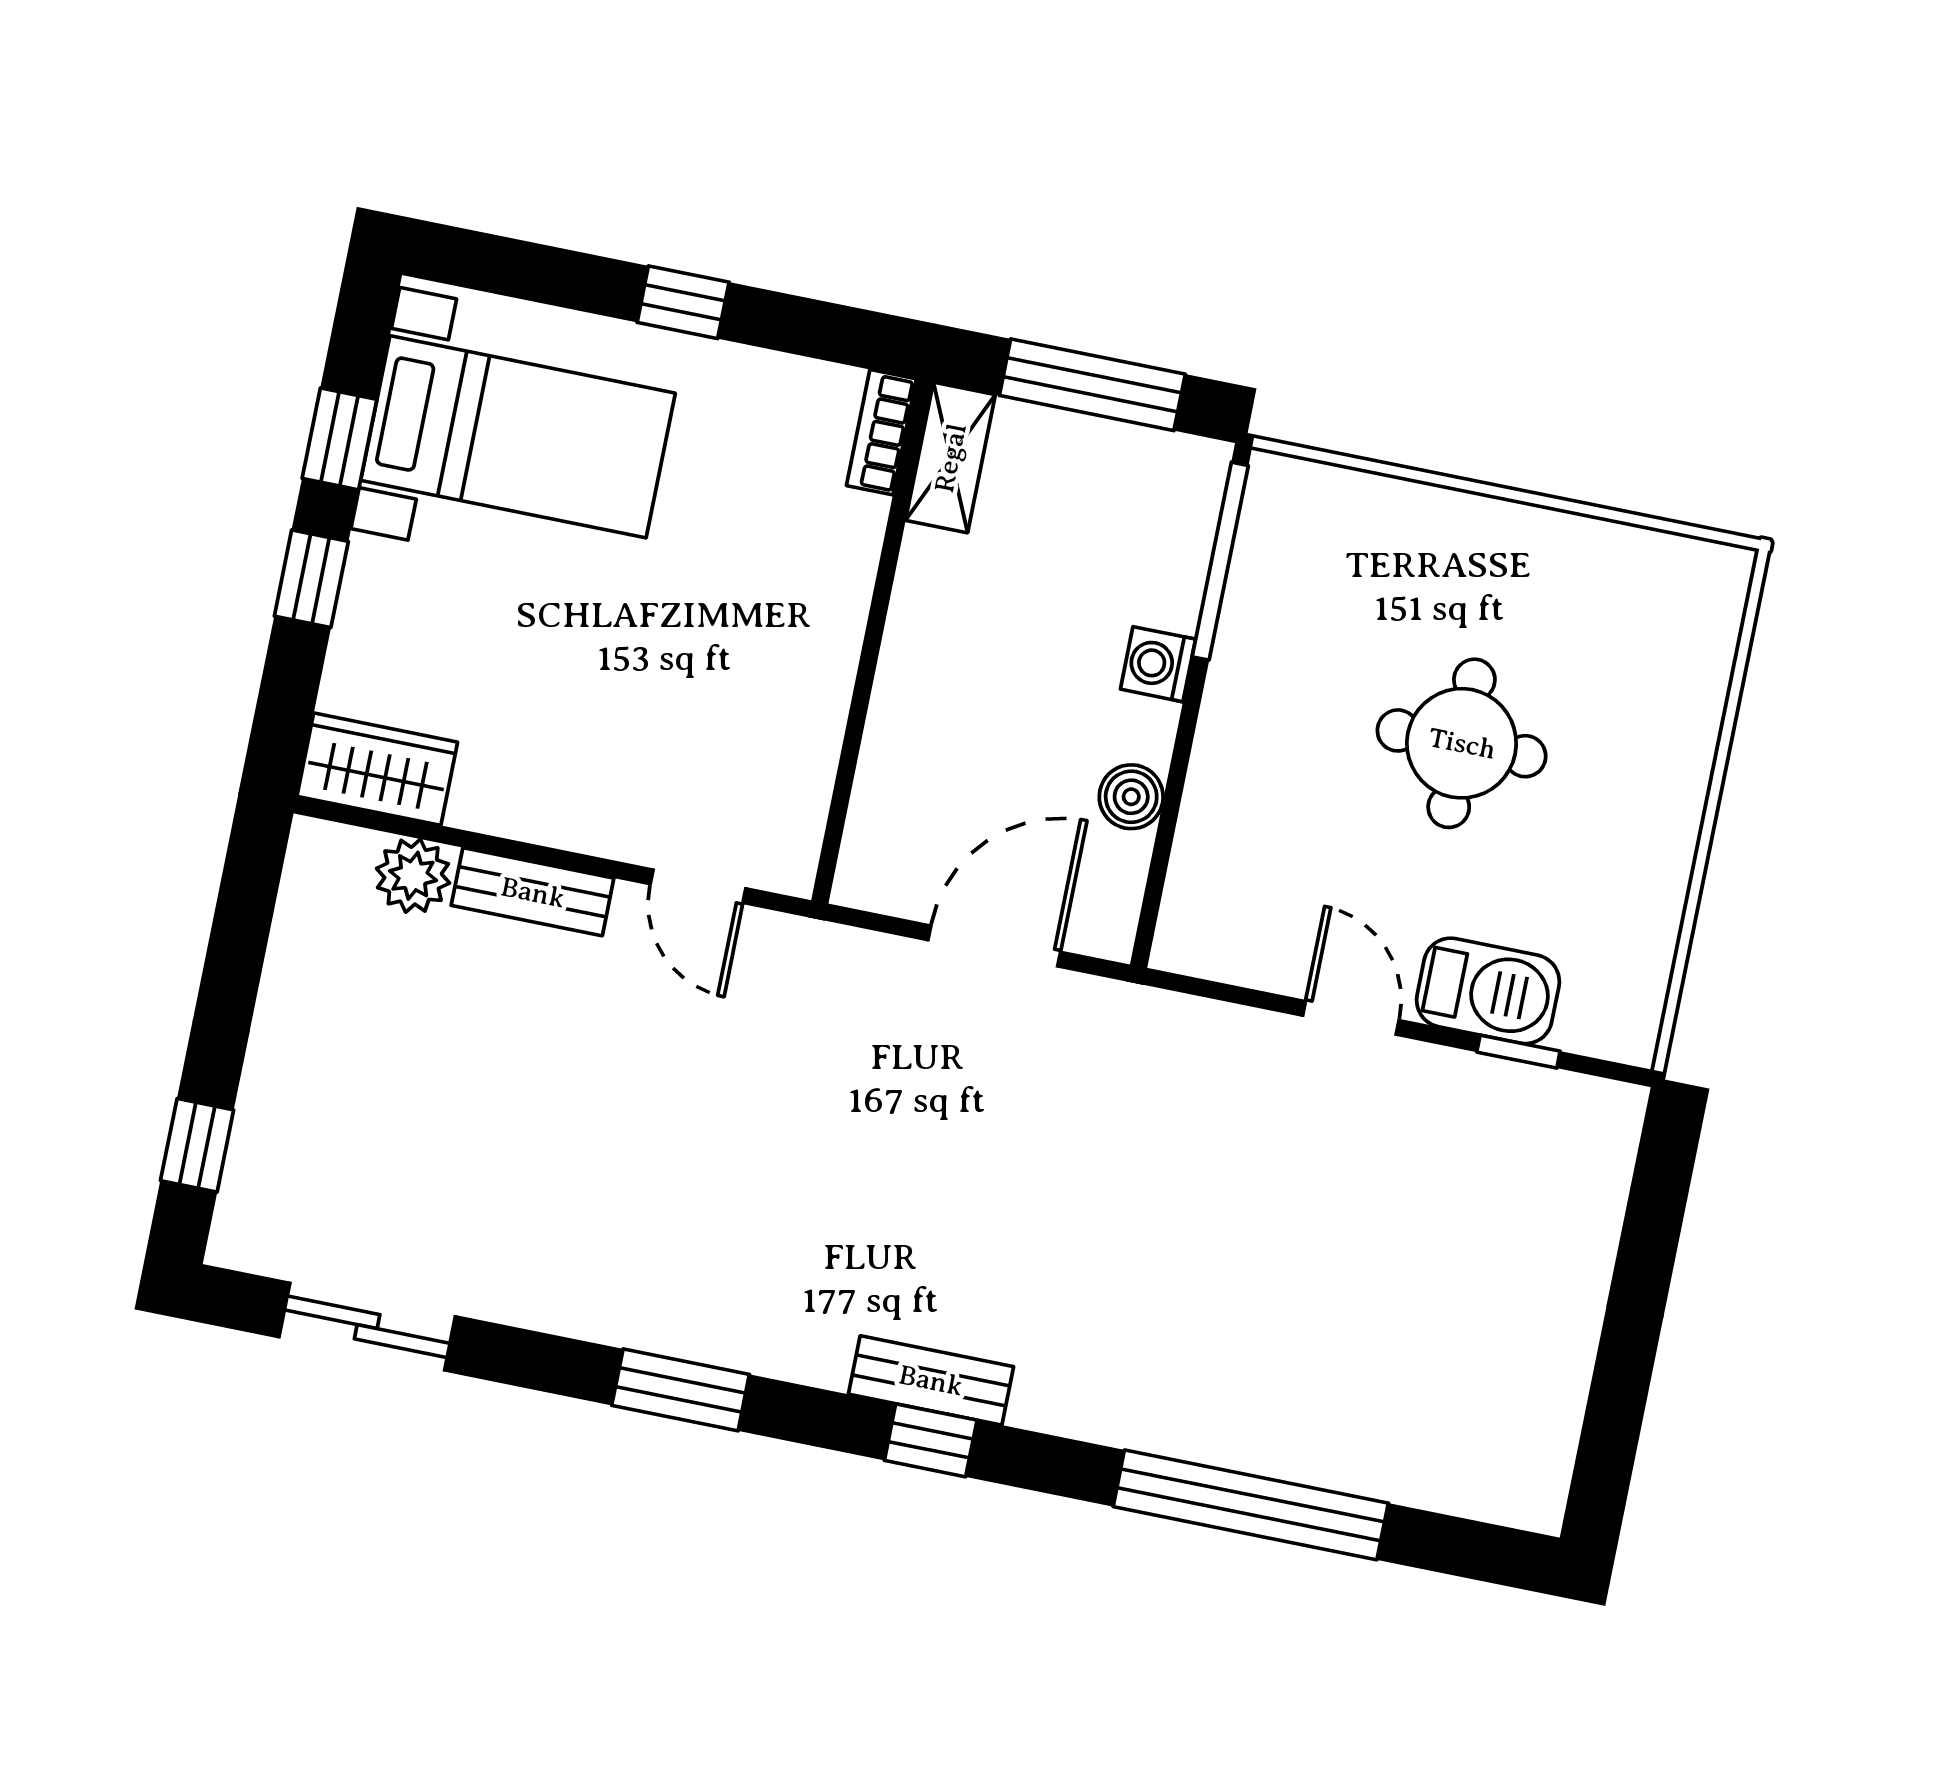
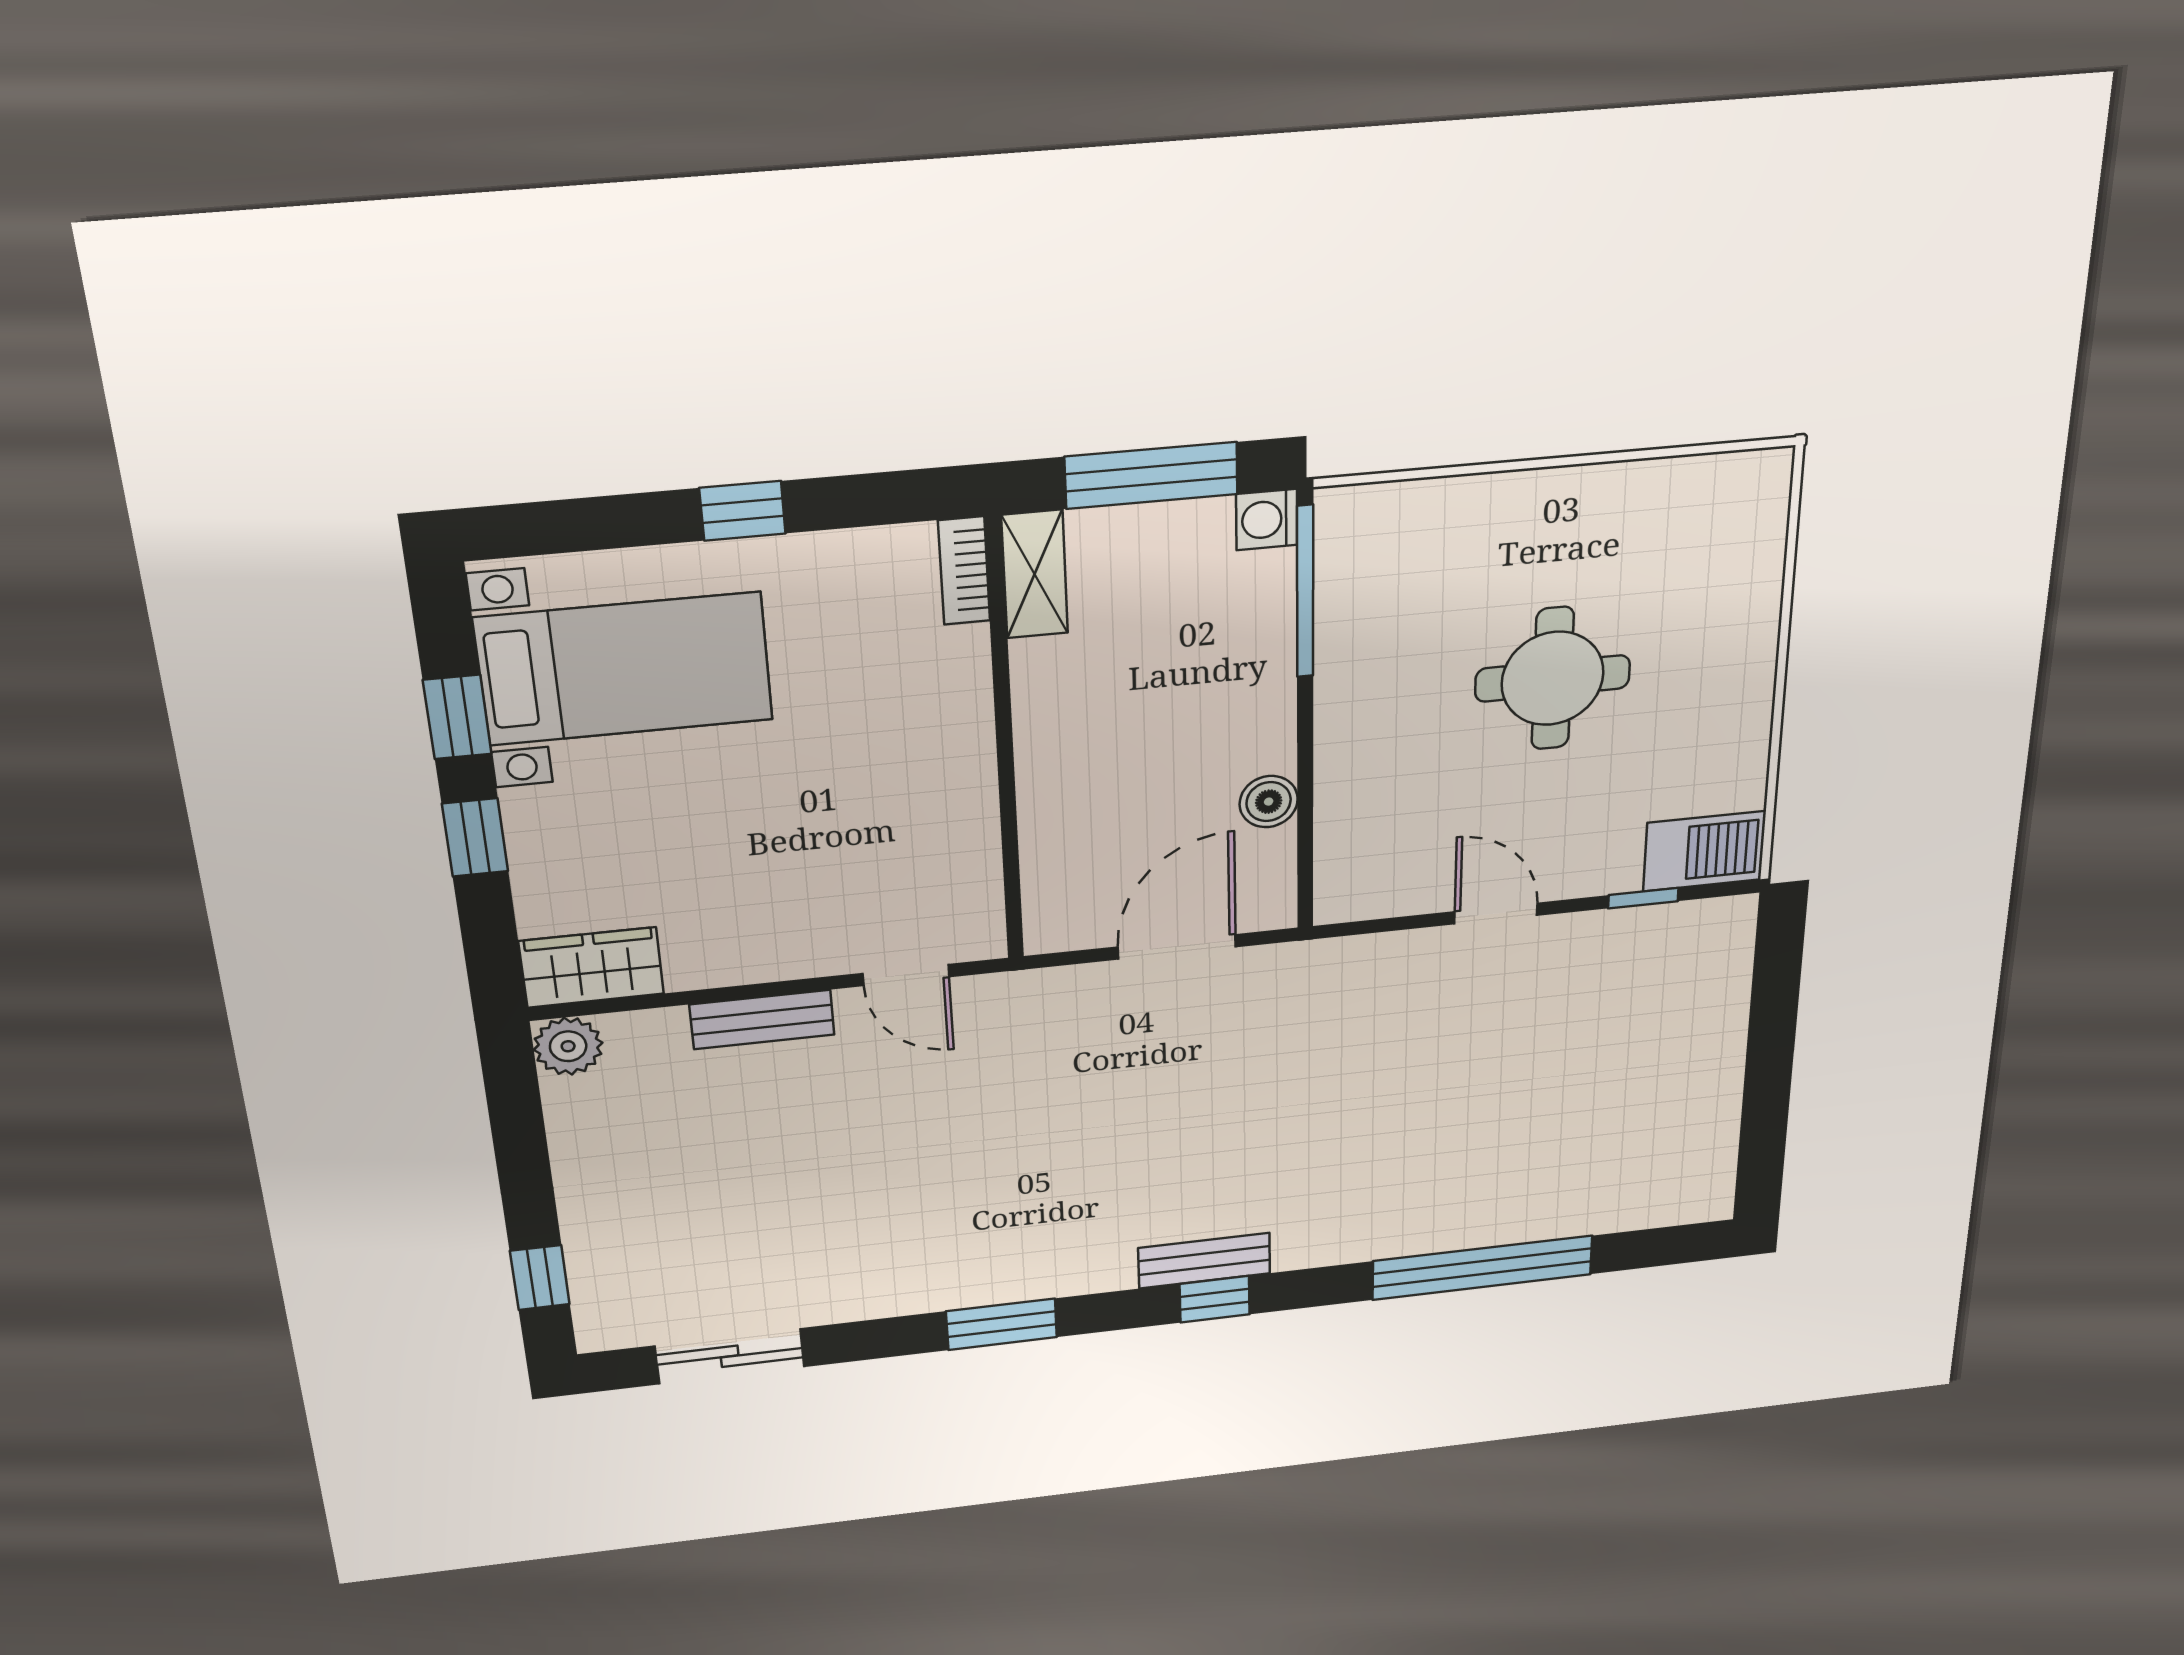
washing machine: (1158, 664) -> (1267, 520), moved
plant: (413, 876) -> (568, 1046), moved
barbecue: (1488, 991) -> (1704, 851), moved

